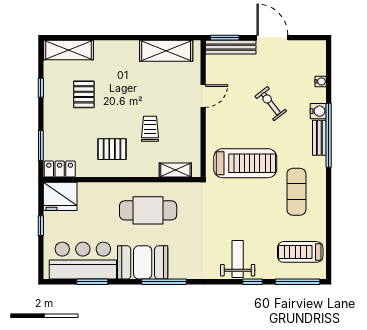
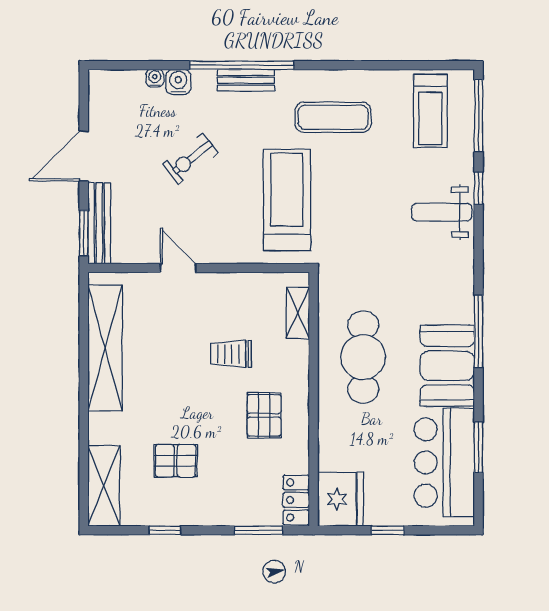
shelving: (166, 51) -> (105, 348), width x1.47
water cooler: (318, 111) -> (178, 82), moved

